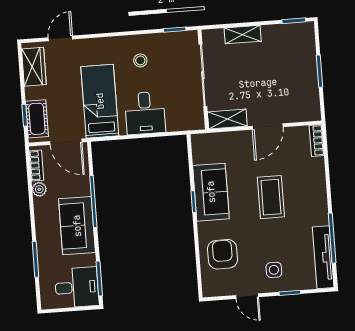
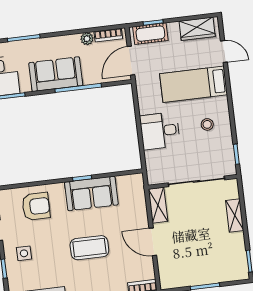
bed: (100, 101) -> (193, 84), moved, turned 180

